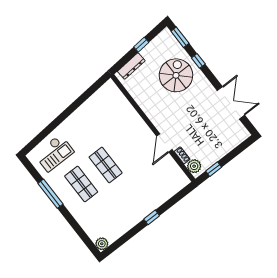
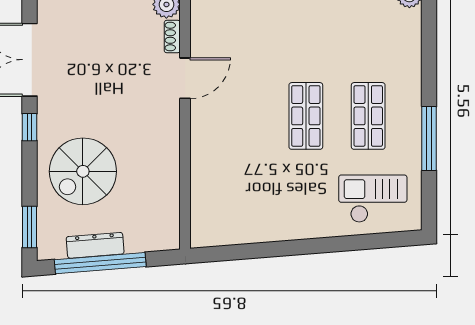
window: (141, 45) -> (100, 263), width x3.17
window: (198, 61) -> (30, 127), moved
dresser: (131, 66) -> (95, 245), moved

